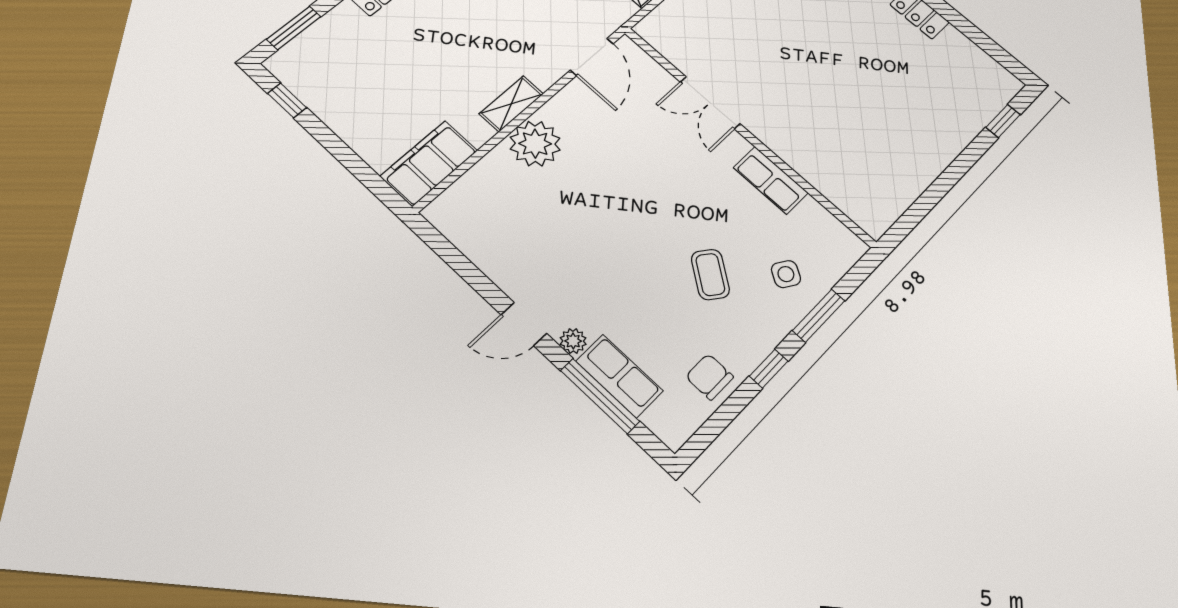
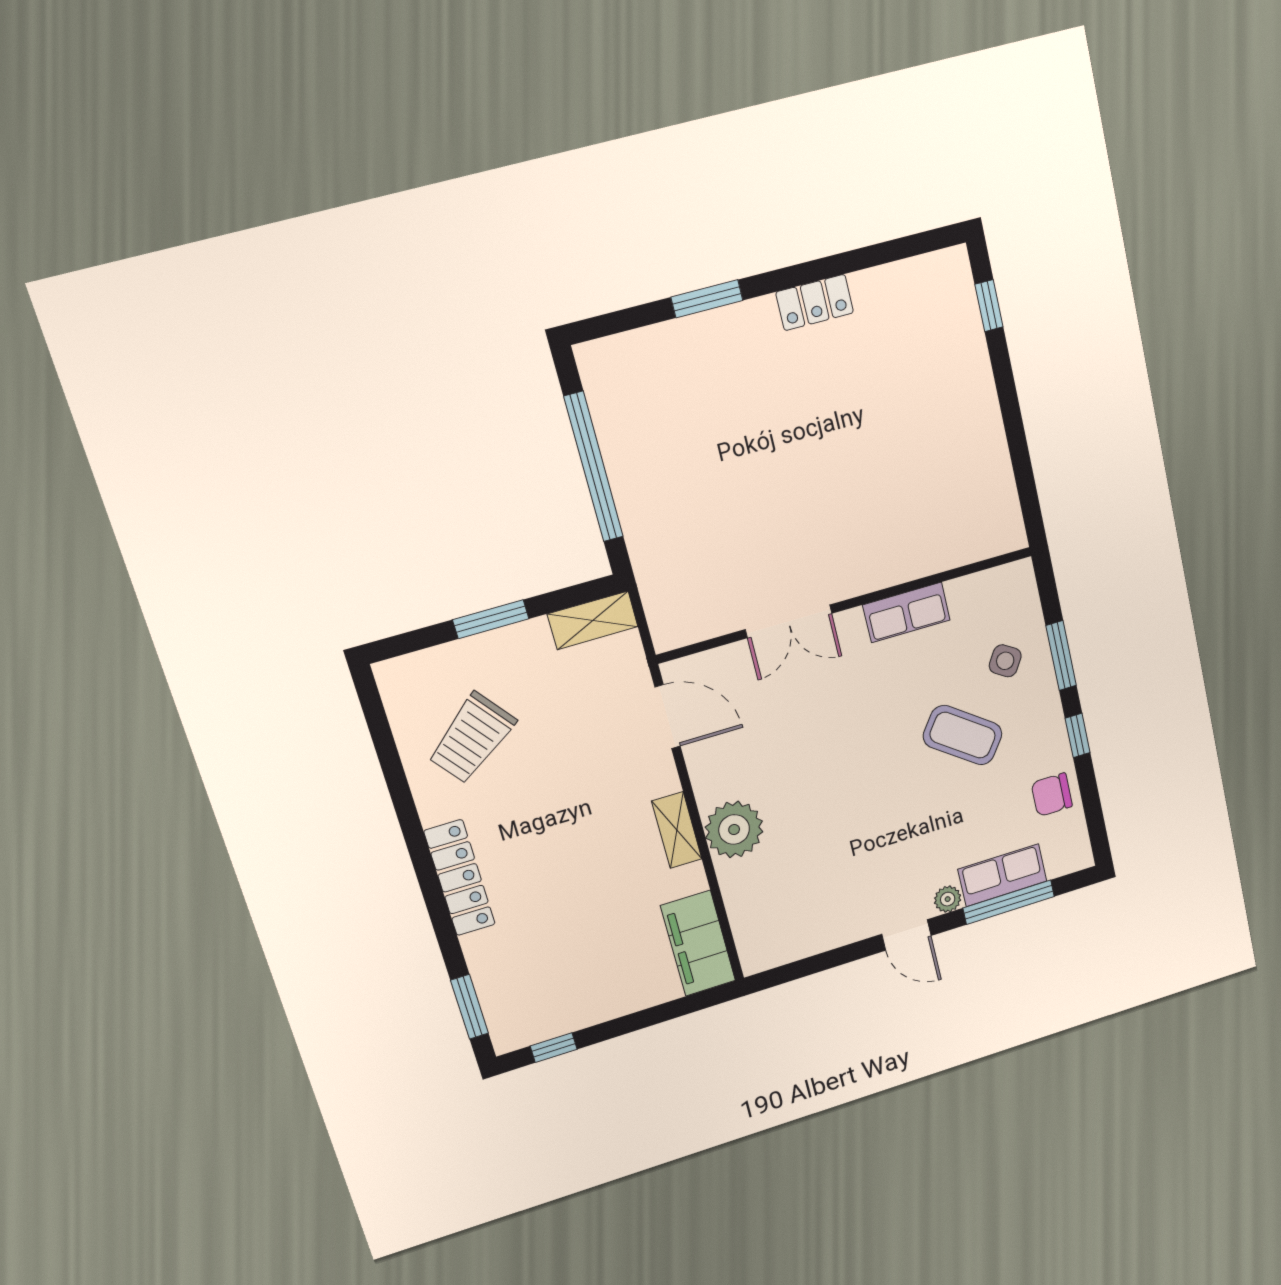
coffee table: (710, 275) -> (963, 735), width x1.36, depth x1.30
door: (524, 324) -> (906, 935), hinge flipped

